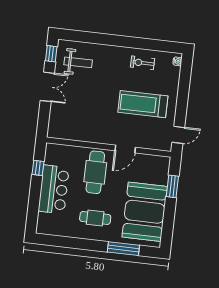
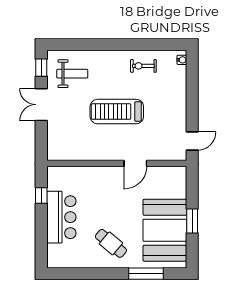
double door: (47, 87) -> (41, 105), swing flipped
treadmill: (143, 104) -> (117, 112), moved
cafe table: (95, 172) -> (105, 193), removed
window: (172, 186) -> (192, 221), moved
cafe table: (95, 218) -> (111, 243), turned 40

